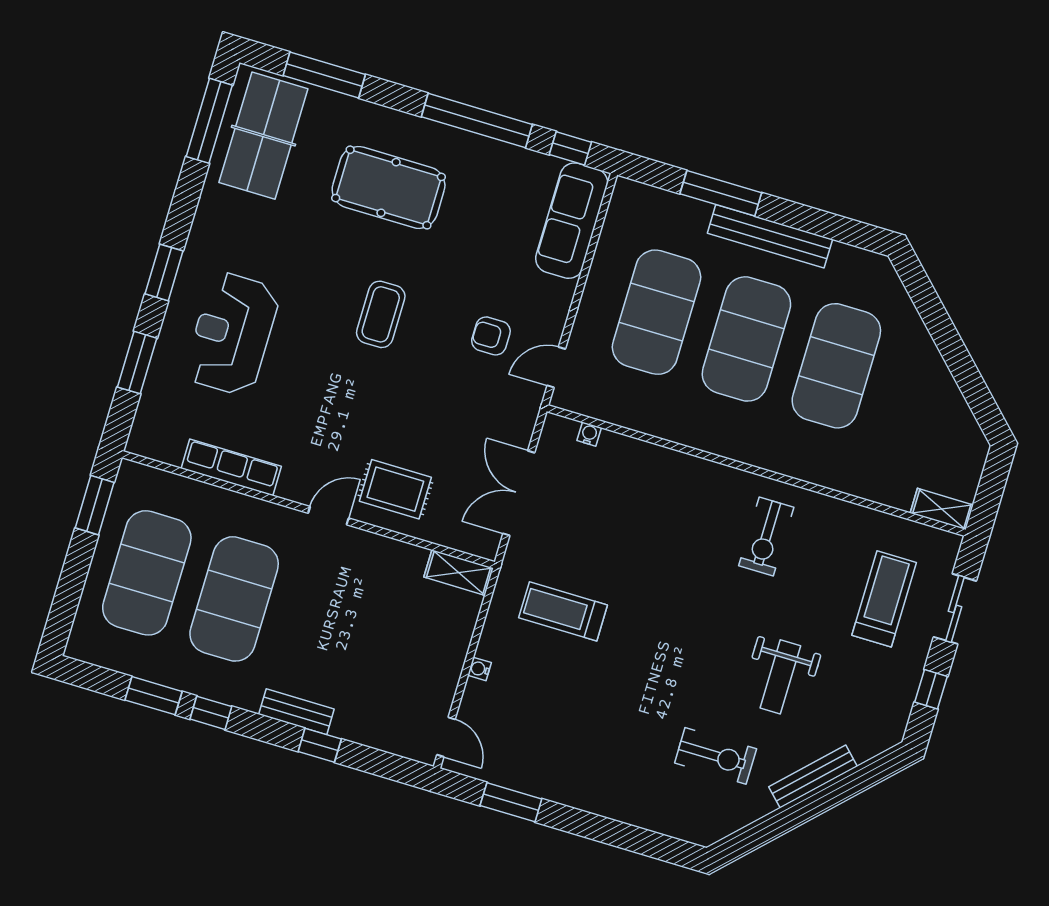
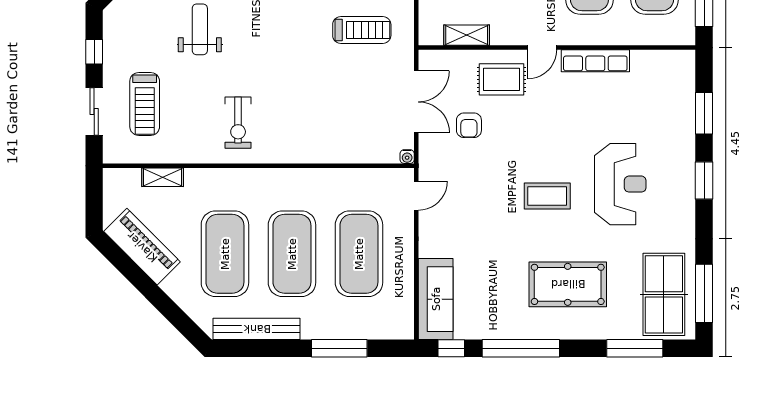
bench: (770, 236) -> (257, 329), moved
coffee table: (381, 314) -> (547, 196), turned 90
reception desk: (232, 334) -> (620, 184), moved
armchair: (491, 336) -> (469, 125), moved, turned 90
piano: (945, 408) -> (142, 247), added
water cooler: (589, 434) -> (407, 157), moved
row of seats: (231, 467) -> (595, 61), moved
shelving: (942, 509) -> (163, 177), moved
exercise bike: (766, 537) -> (238, 123), turned 180
shelving: (459, 573) -> (467, 35), moved

